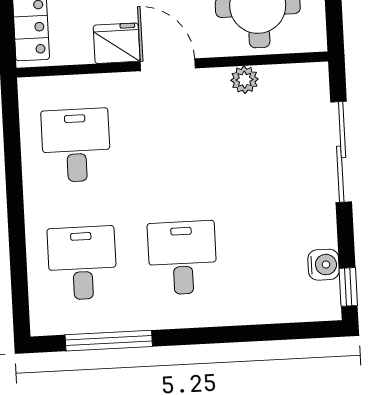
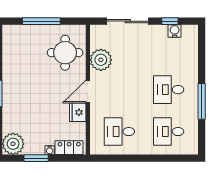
plant: (245, 80) -> (101, 60), width x1.87, depth x1.87
window: (348, 287) -> (170, 21), moved
window: (109, 341) -> (202, 101), moved

